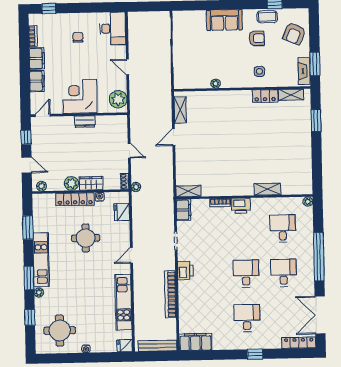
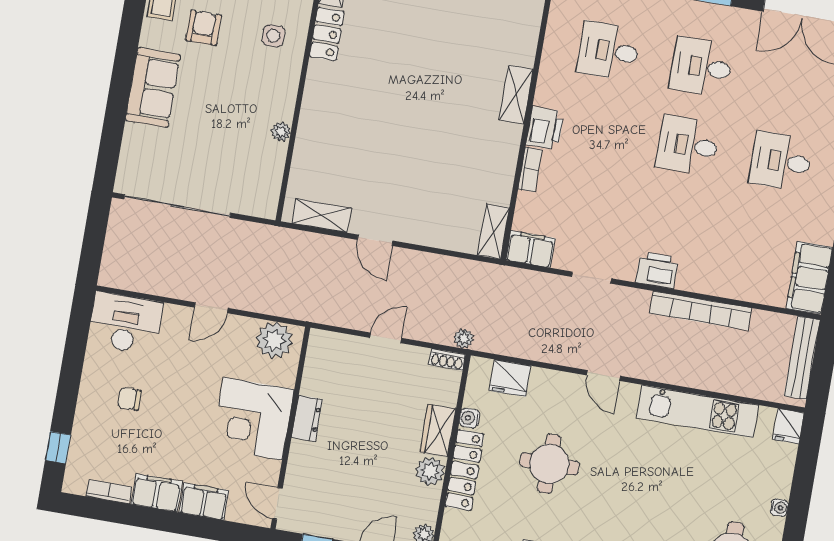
shelving: (267, 189) -> (516, 94), moved

